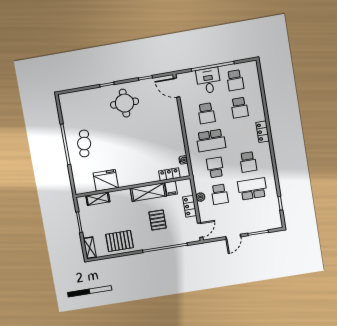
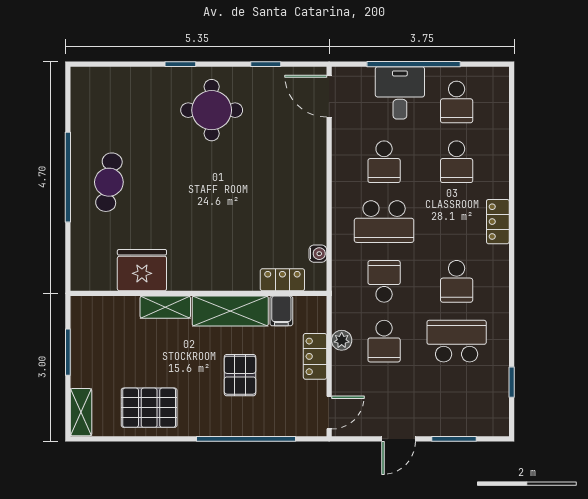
shelving: (98, 199) -> (165, 307), moved

